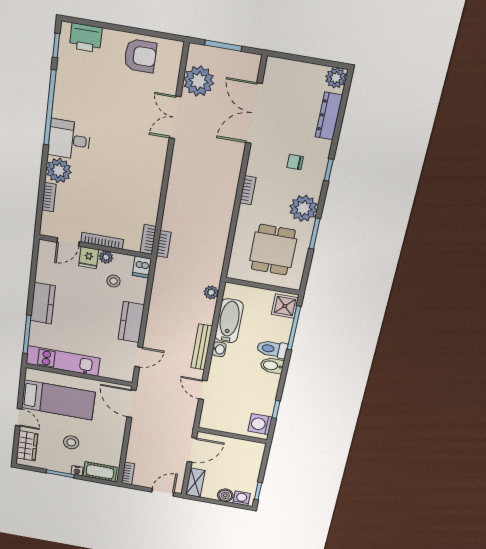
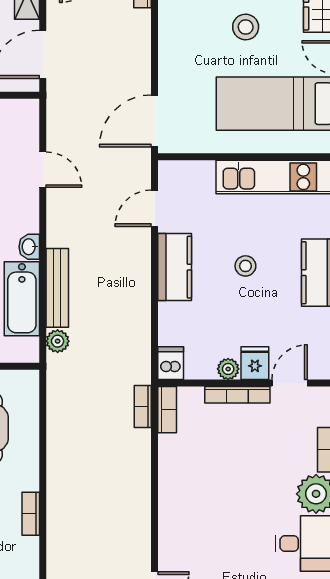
stool: (113, 281) -> (245, 266), moved
bench: (202, 347) -> (57, 288), moved
door: (132, 404) -> (155, 121), swing flipped

